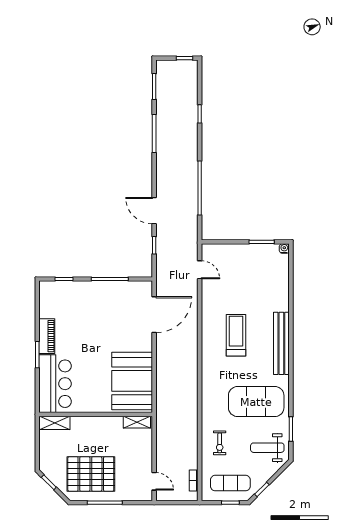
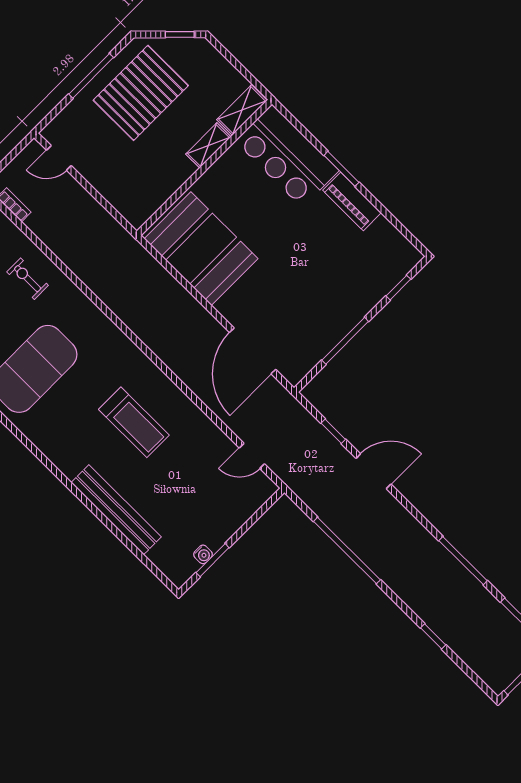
water cooler: (284, 249) -> (203, 554), moved
bench: (281, 343) -> (116, 510), moved
shelving: (137, 422) -> (208, 145), moved

